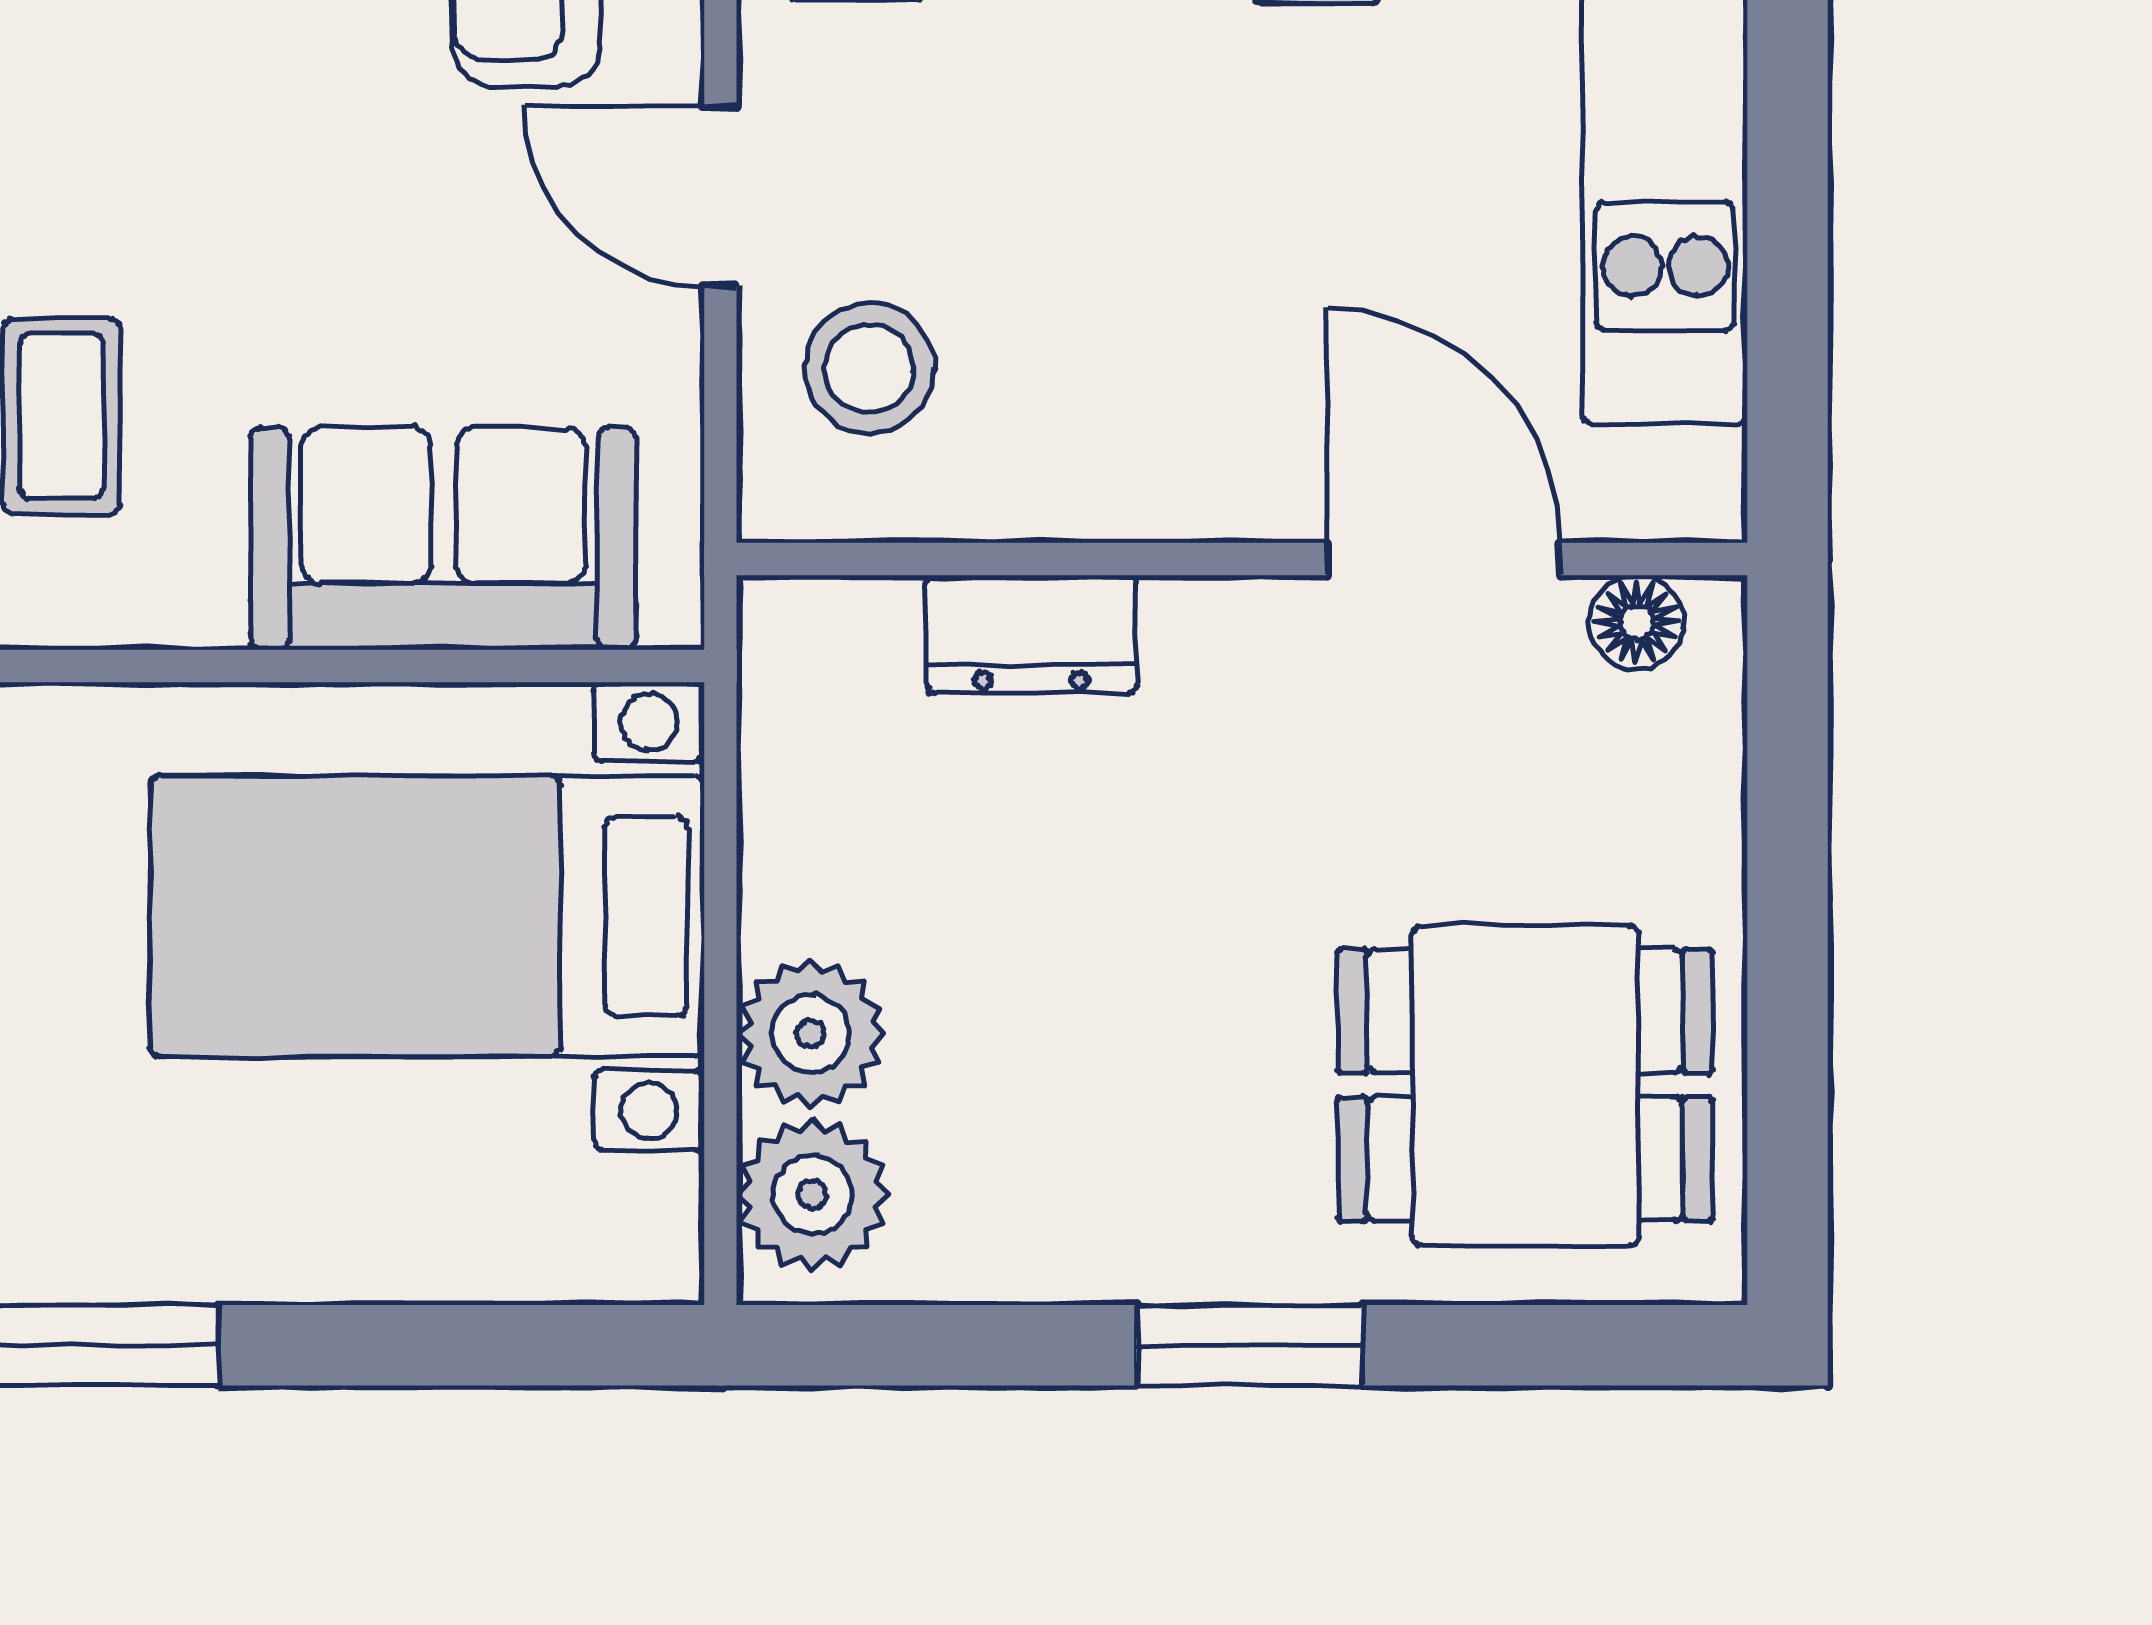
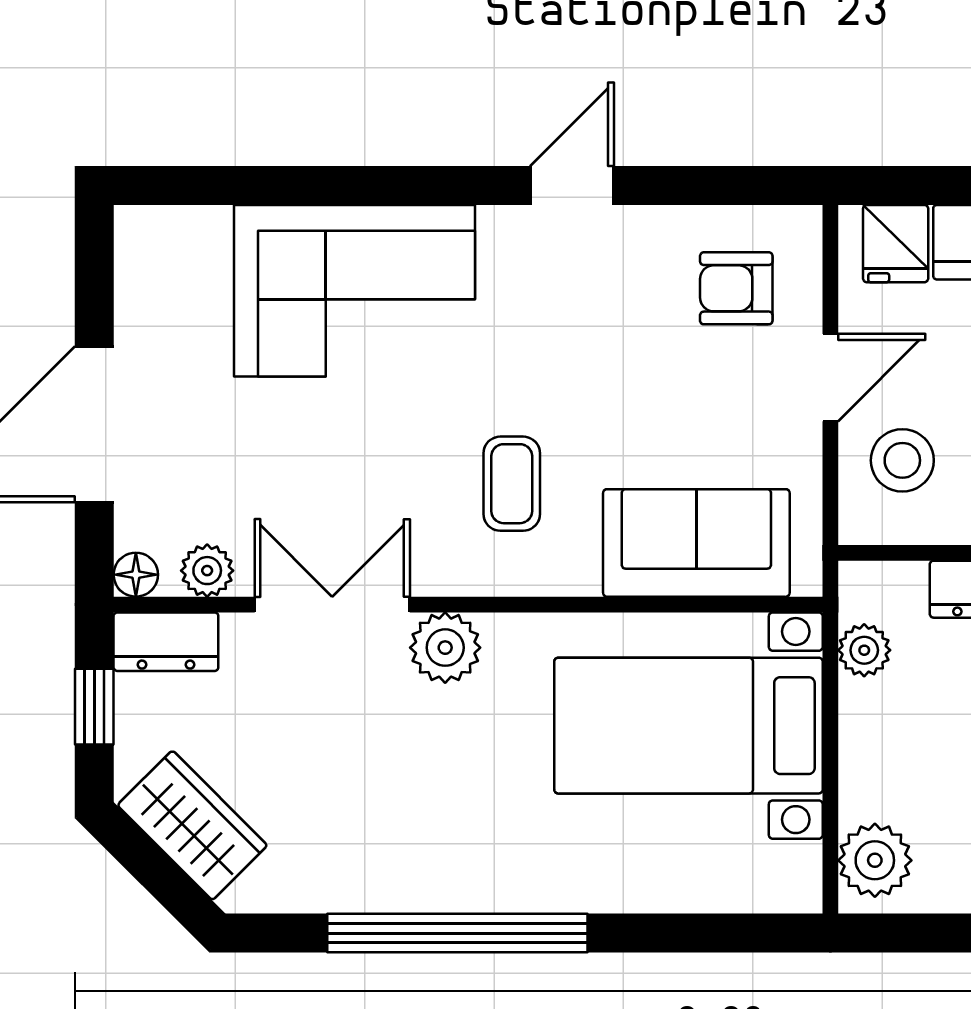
door: (720, 197) -> (830, 378), swing flipped
plant: (811, 1034) -> (864, 650), moved, width x0.73, depth x0.73

